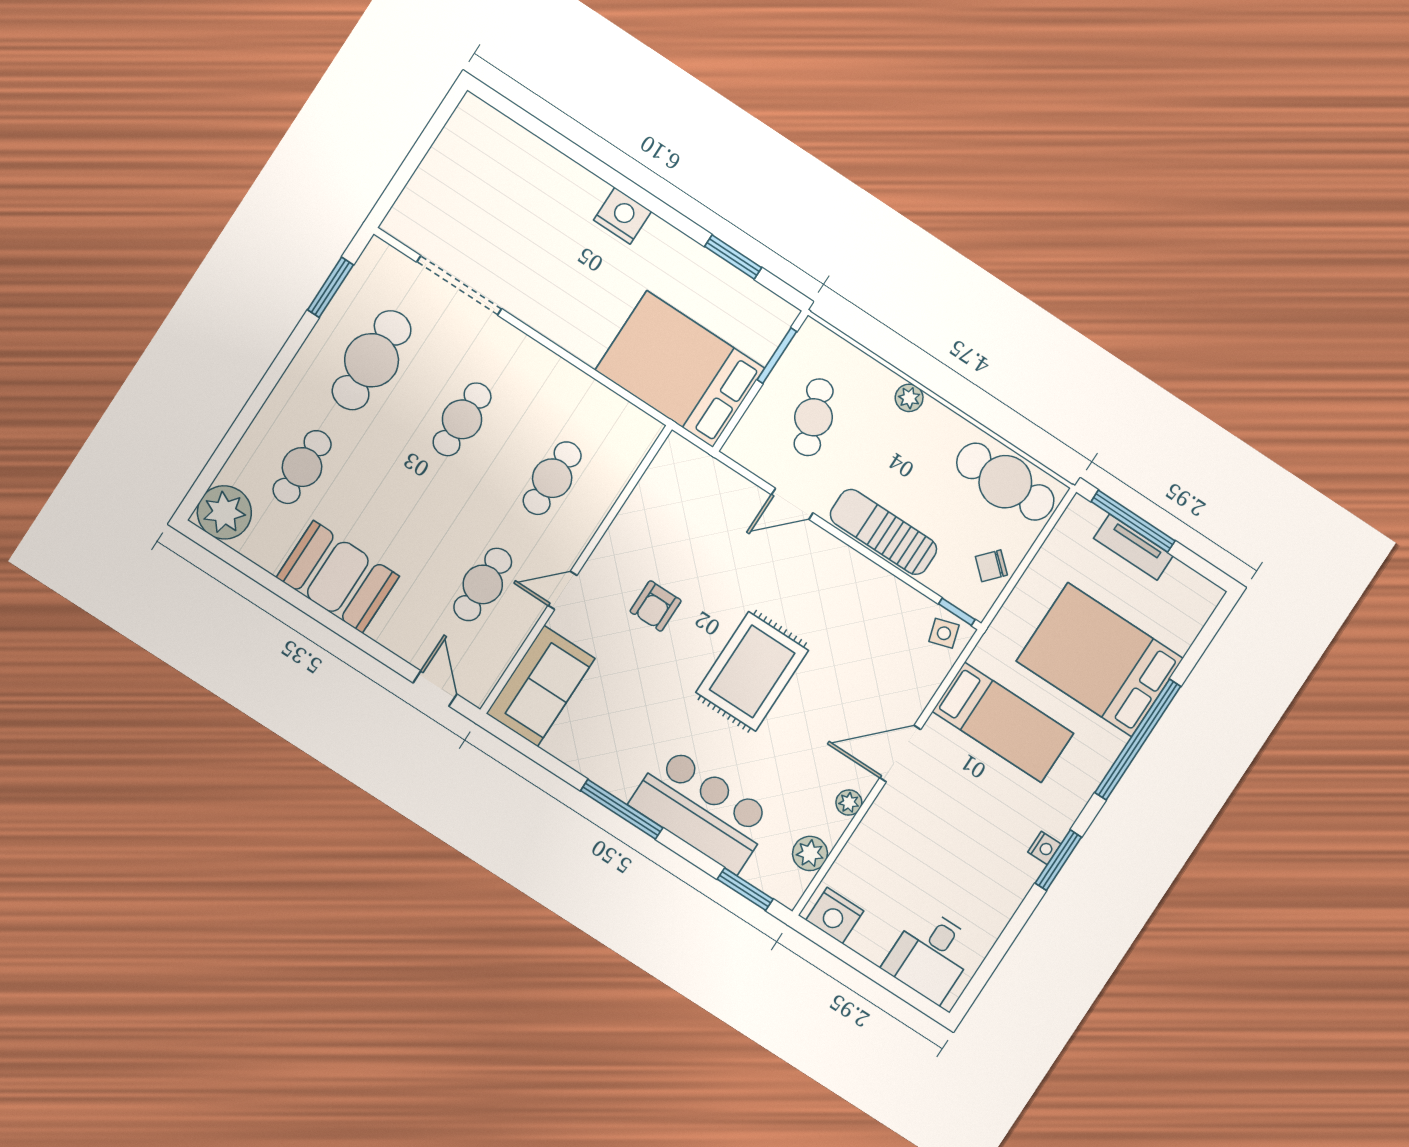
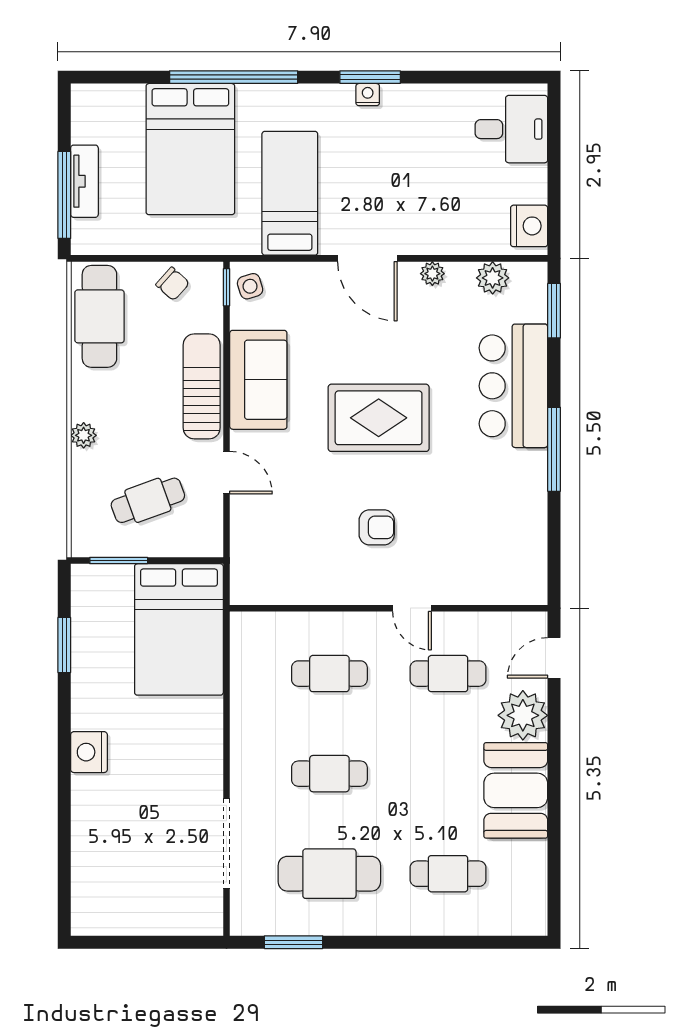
plant: (224, 512) -> (523, 715), moved
sun lounger: (883, 532) -> (202, 386), turned 180
sofa: (541, 686) -> (258, 380), moved, turned 90

